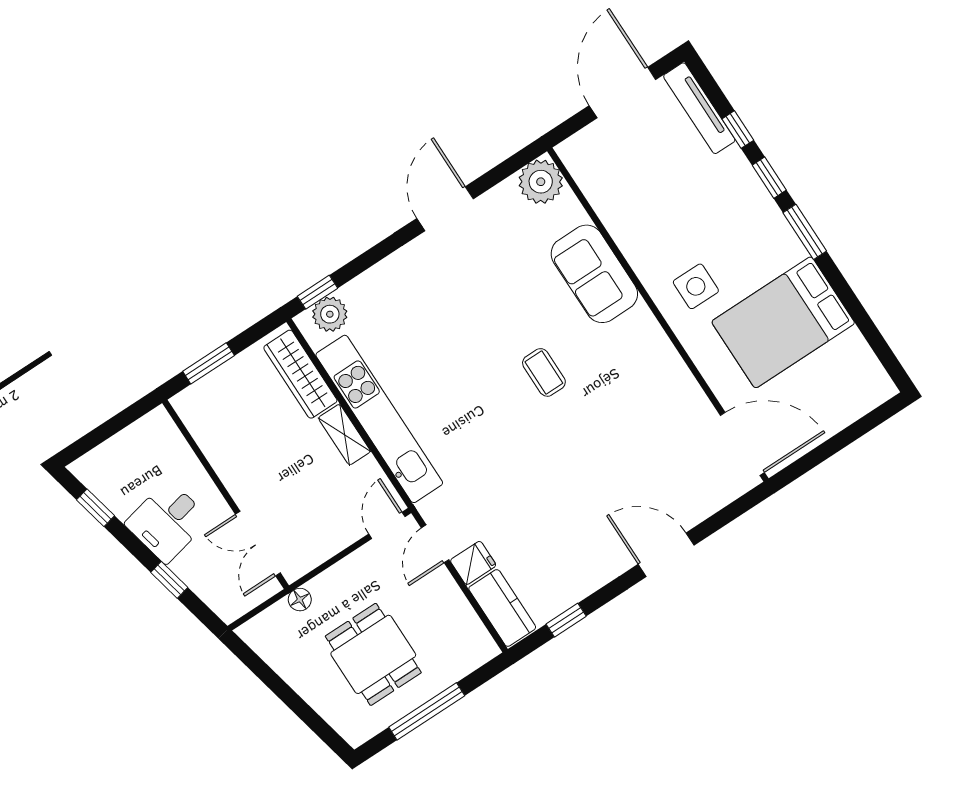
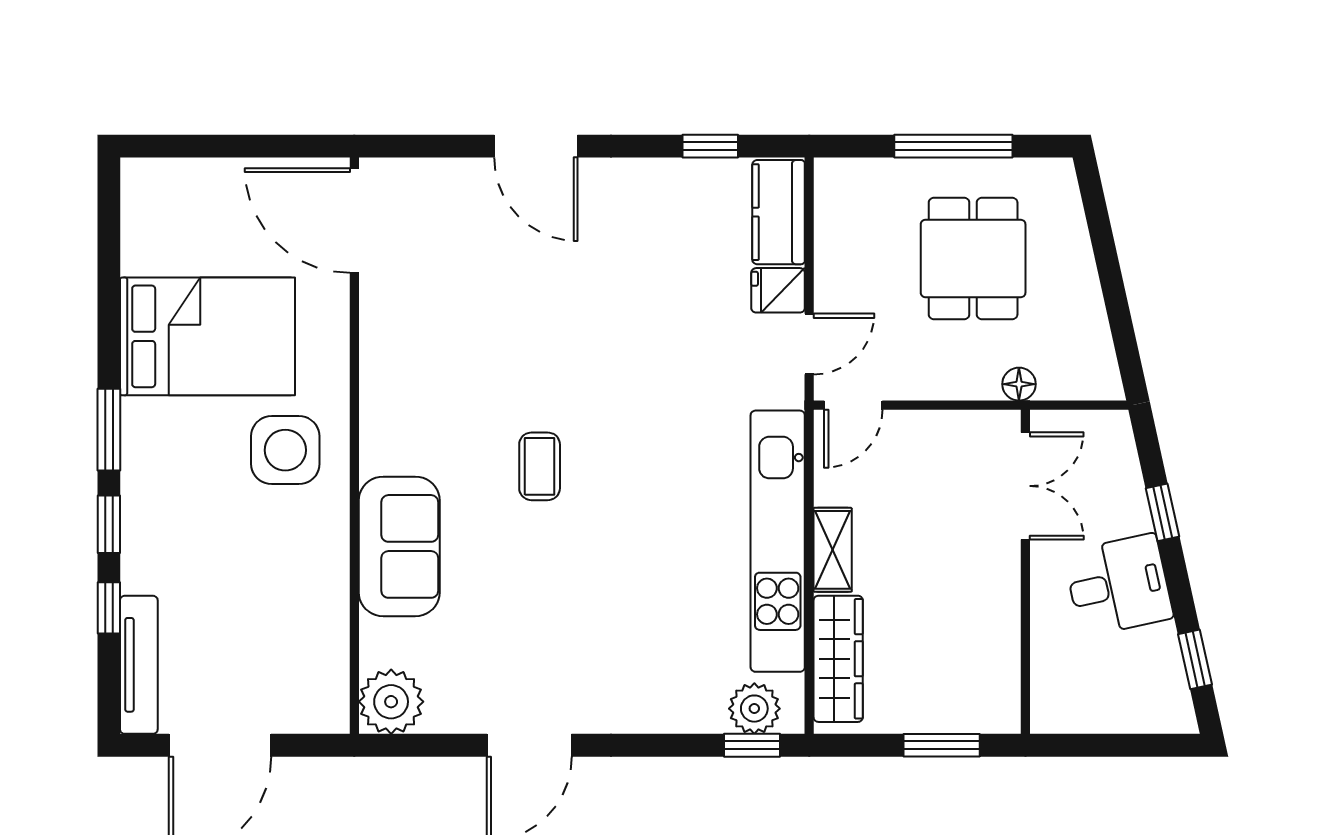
side table: (696, 286) -> (285, 450), width x1.37, depth x1.37

